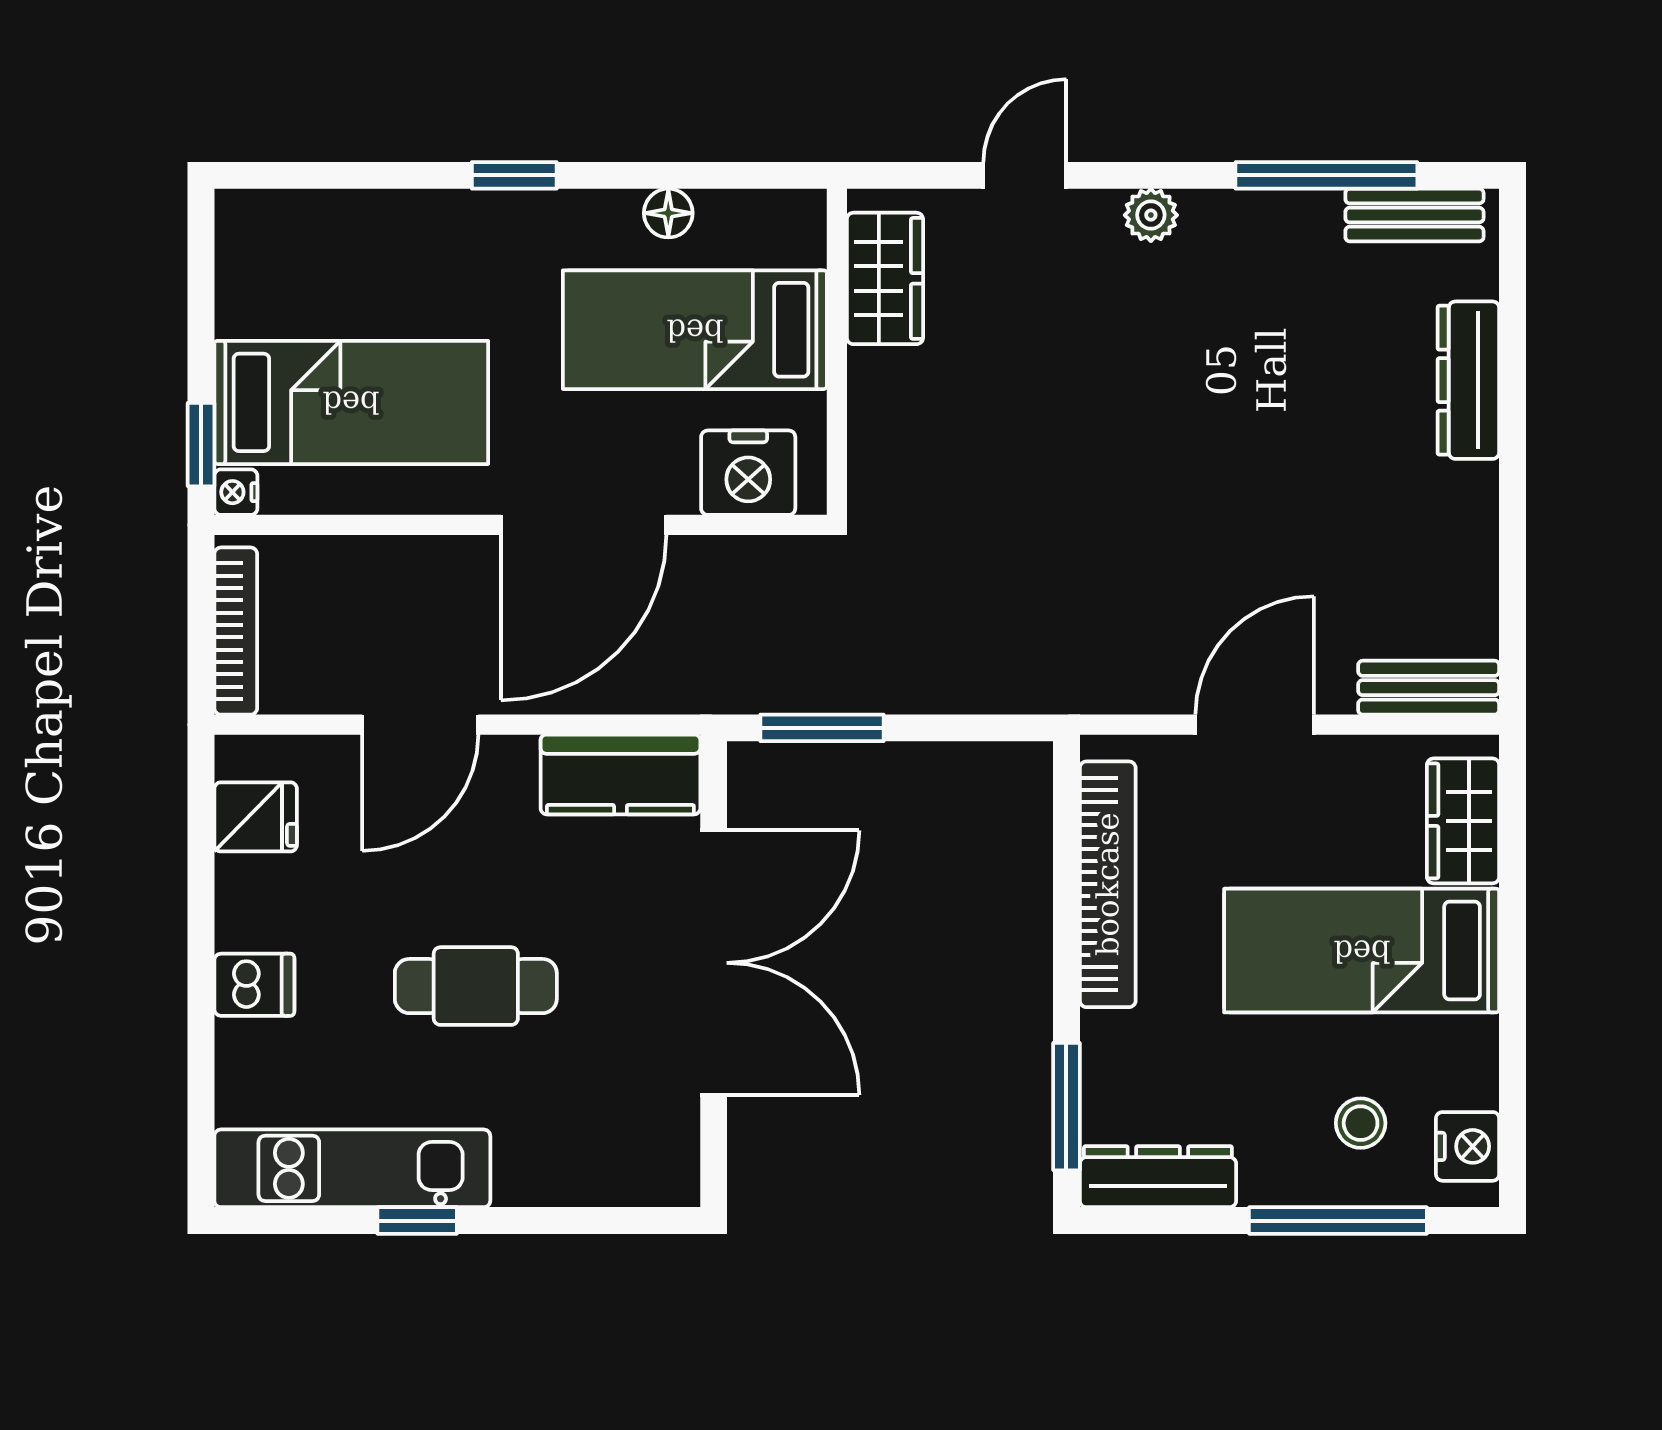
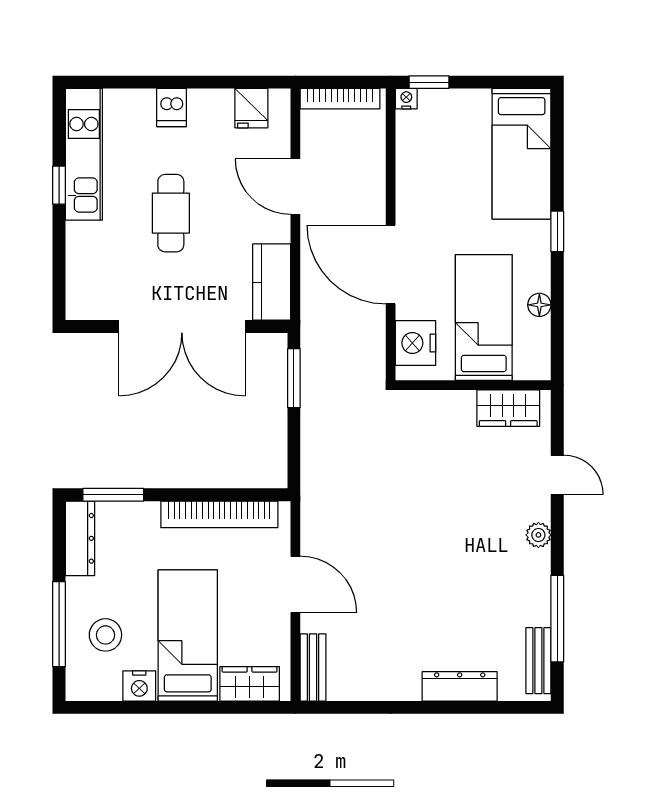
bed: (351, 402) -> (522, 154), moved
stool: (1361, 1123) -> (105, 635), width x1.37, depth x1.37
nightstand: (1468, 1146) -> (139, 686), moved

